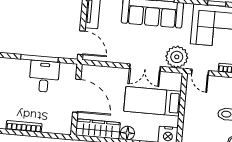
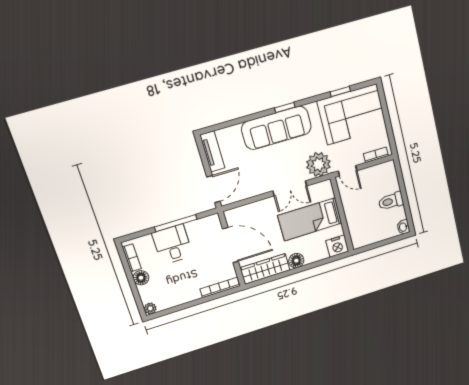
door: (81, 43) -> (214, 189), hinge flipped
desk: (44, 76) -> (172, 244), moved
bookcase: (24, 126) -> (220, 287), moved

